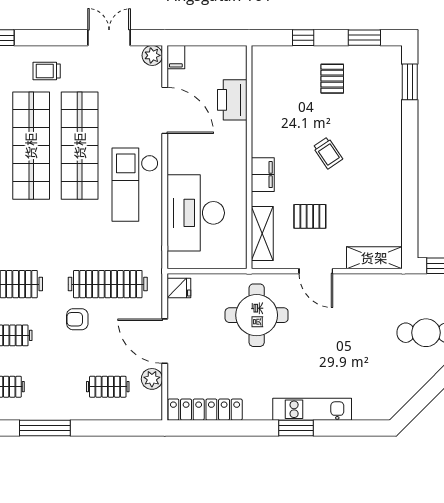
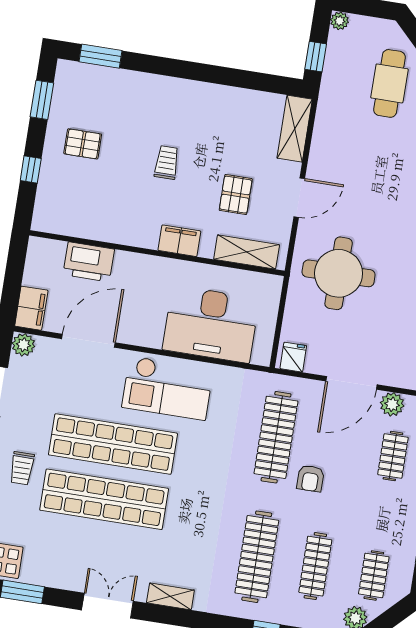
filing cabinet: (176, 57) -> (31, 308), width x2.00
trolley: (328, 153) -> (167, 163), turned -56

